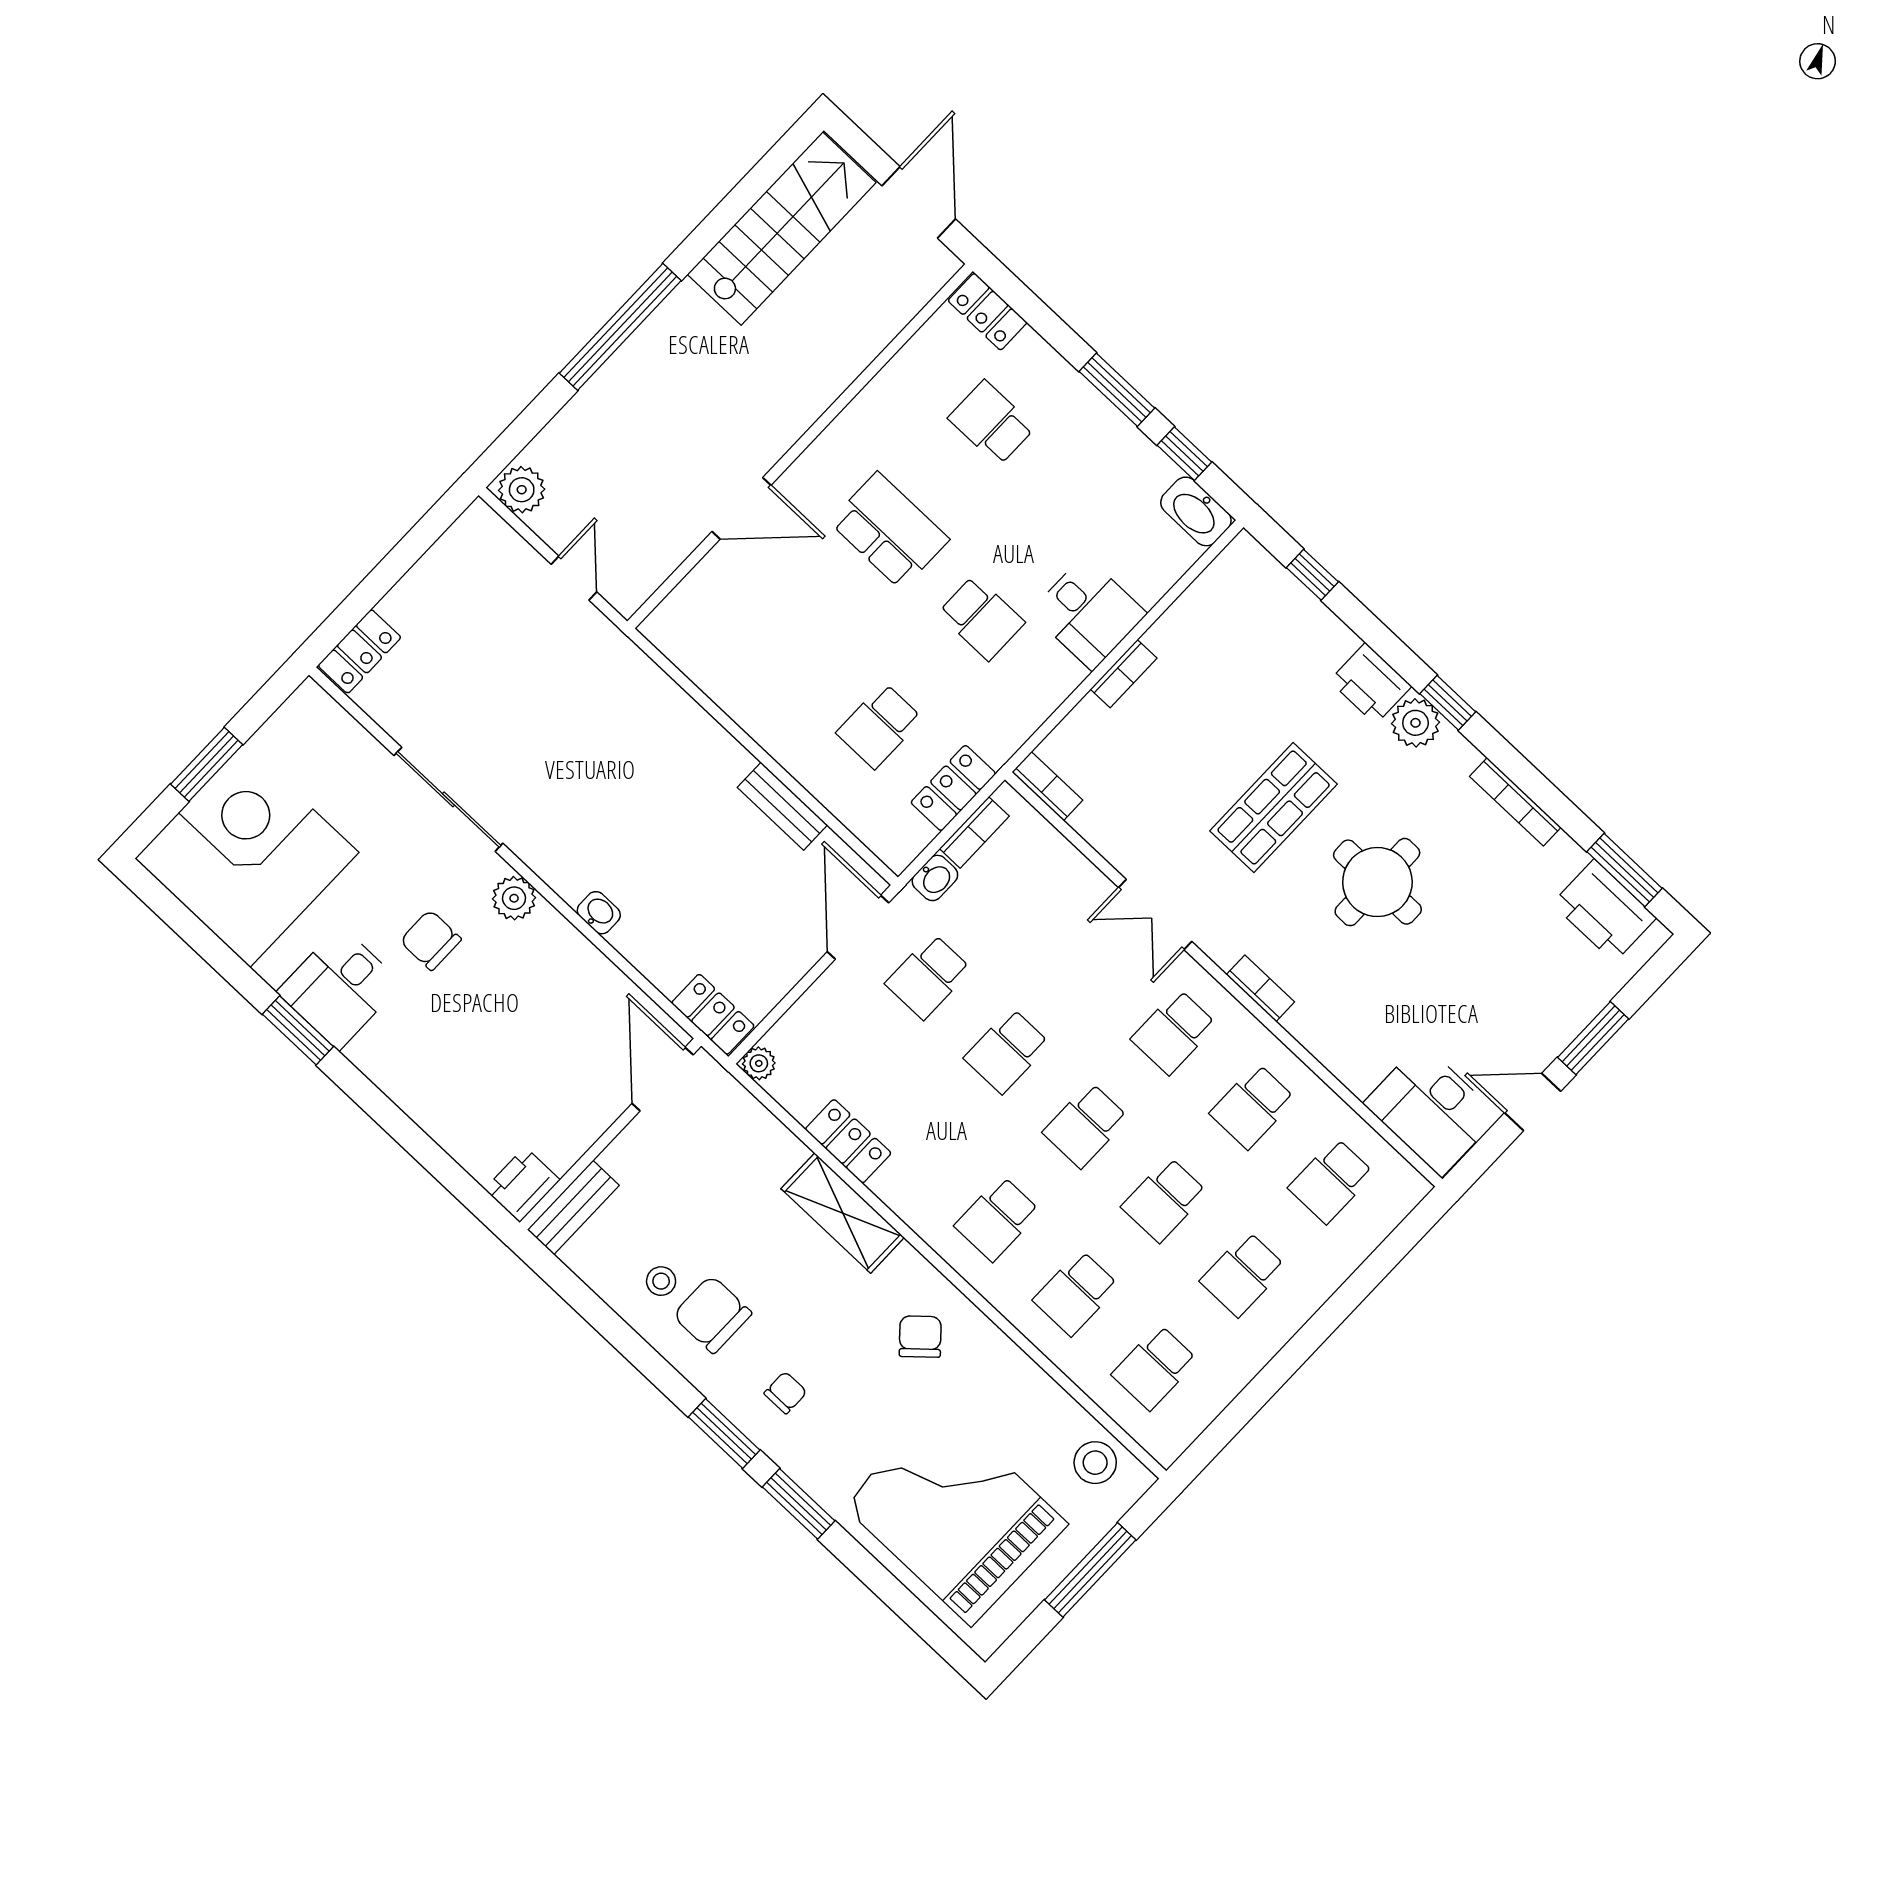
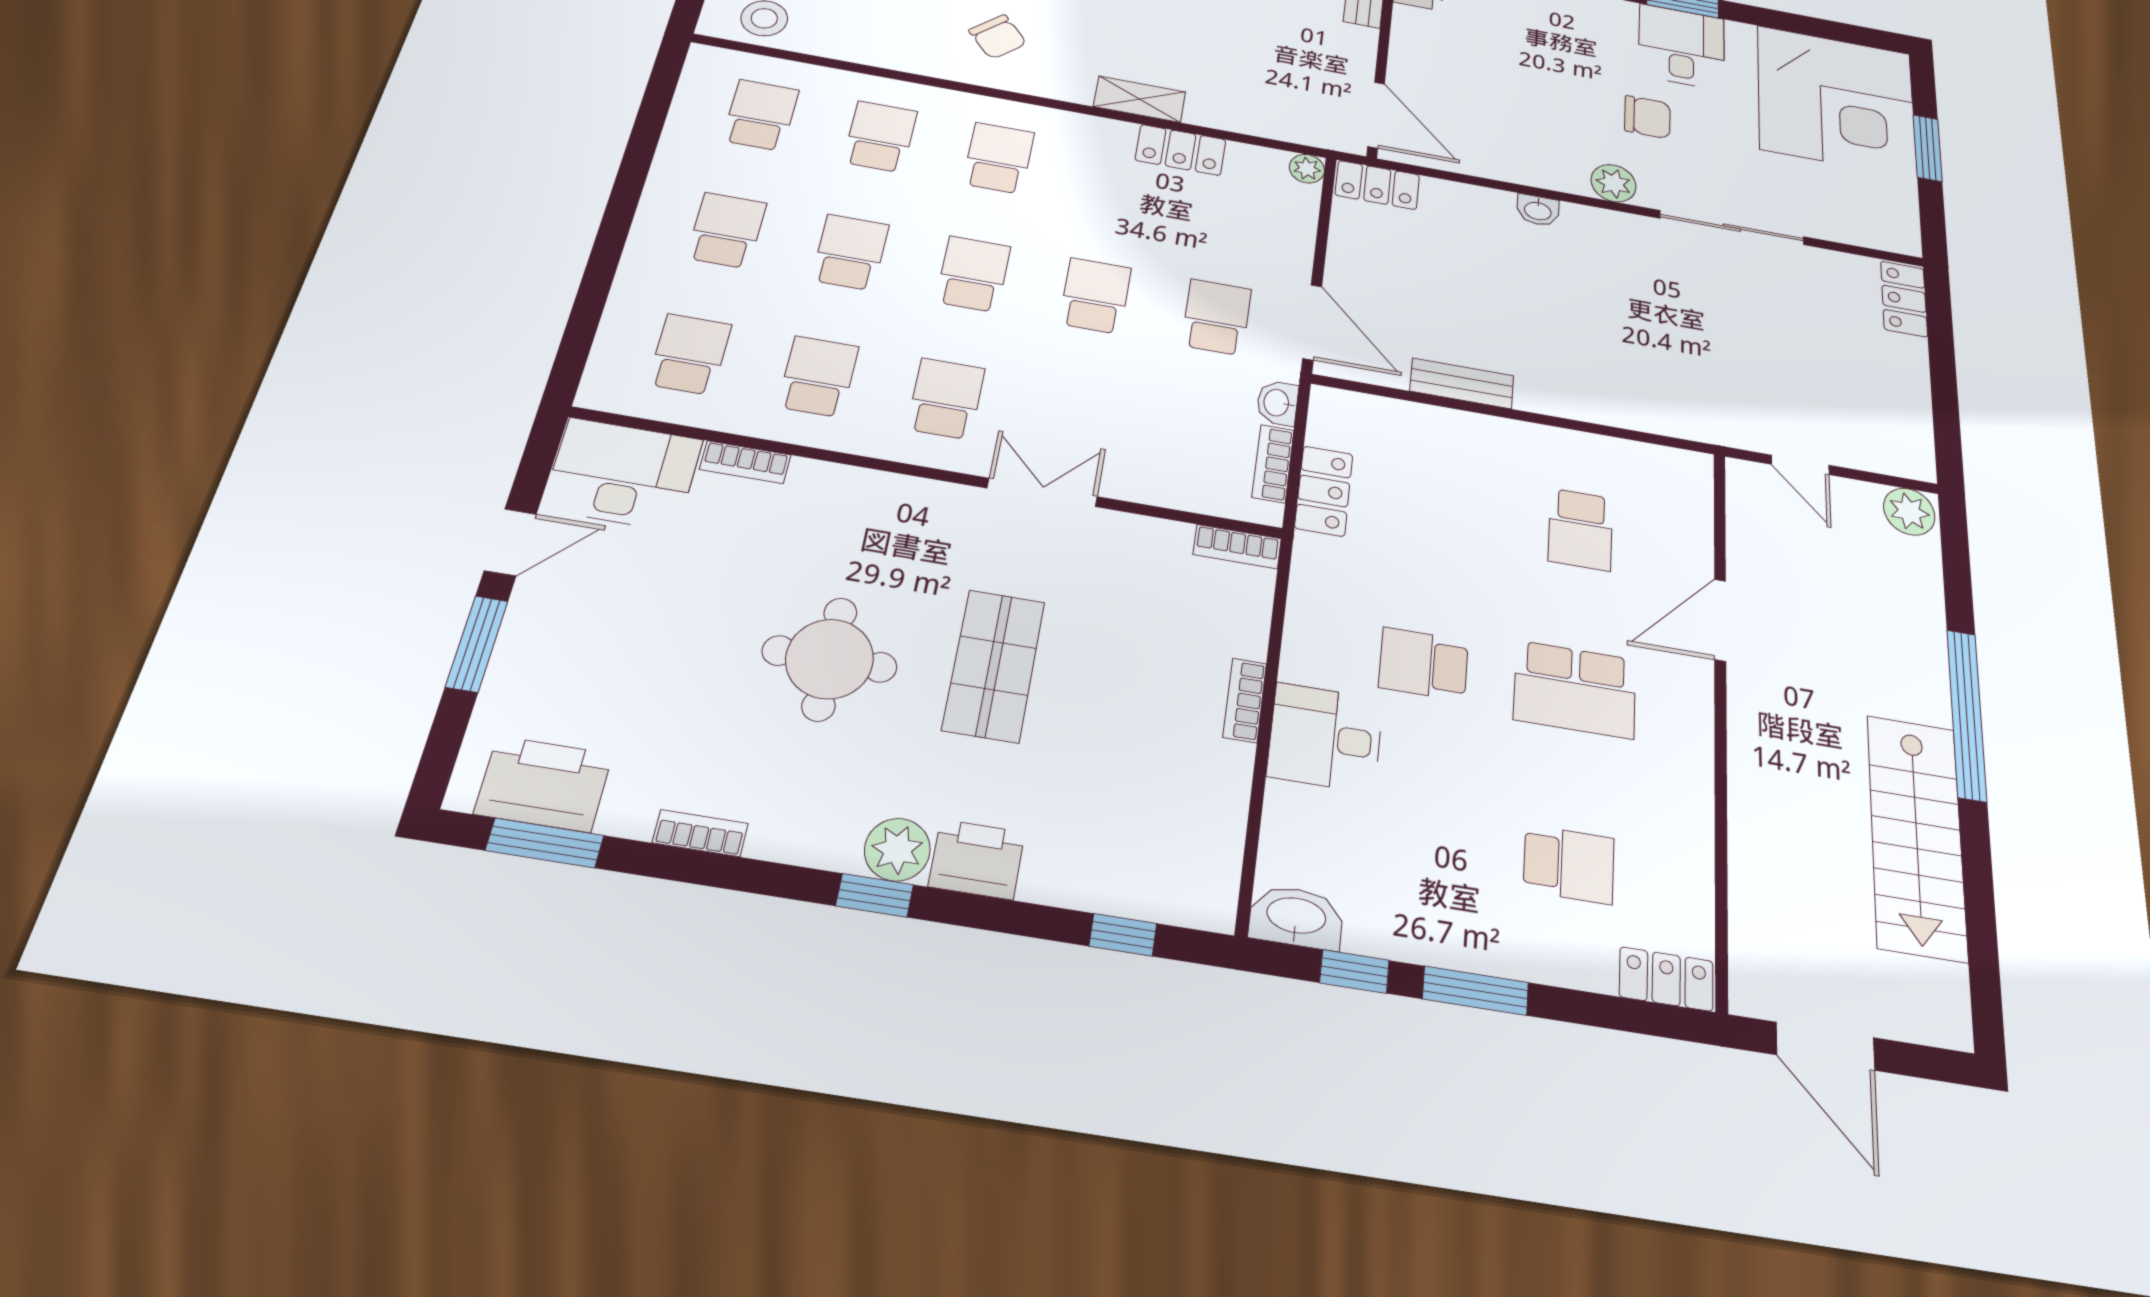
stairs: (782, 228) -> (1916, 836), moved
school desk: (879, 726) -> (1580, 529), moved, turned 180
bookcase: (1515, 802) -> (700, 833), width x0.64
bookcase: (1260, 988) -> (745, 462), moved
shelving: (843, 1213) -> (1140, 99), width x0.67, depth x0.75

